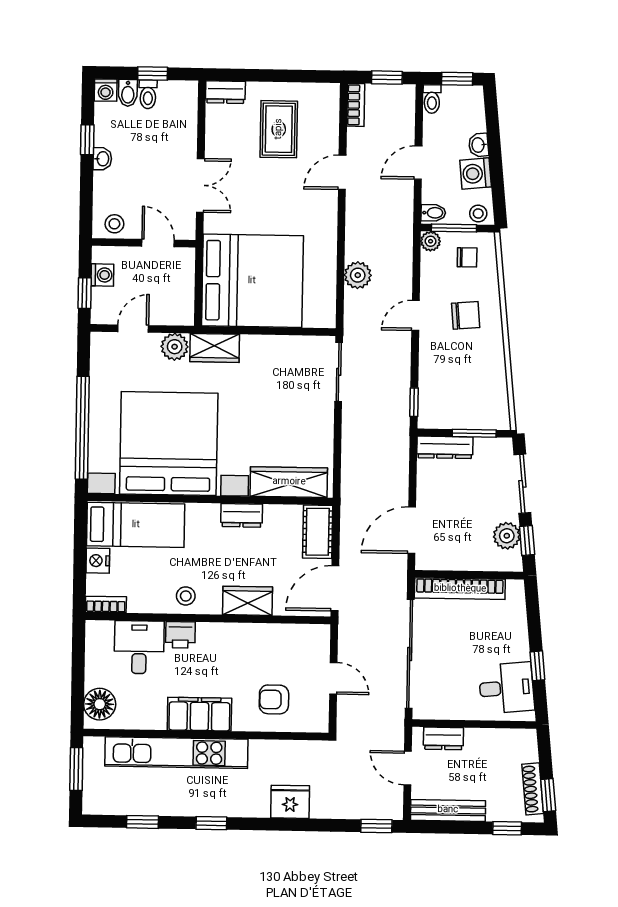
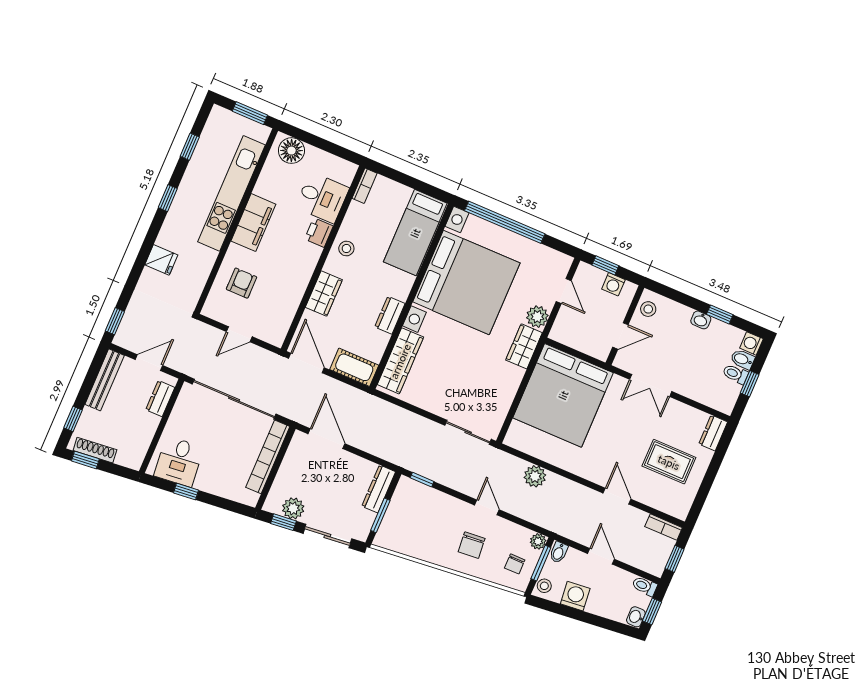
washbasin: (479, 145) -> (636, 617), moved, turned -84
nightstand: (98, 561) -> (400, 193), removed
fridge: (290, 802) -> (161, 260), width x0.72

